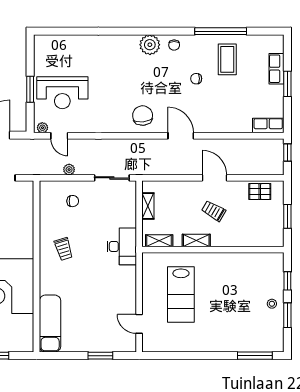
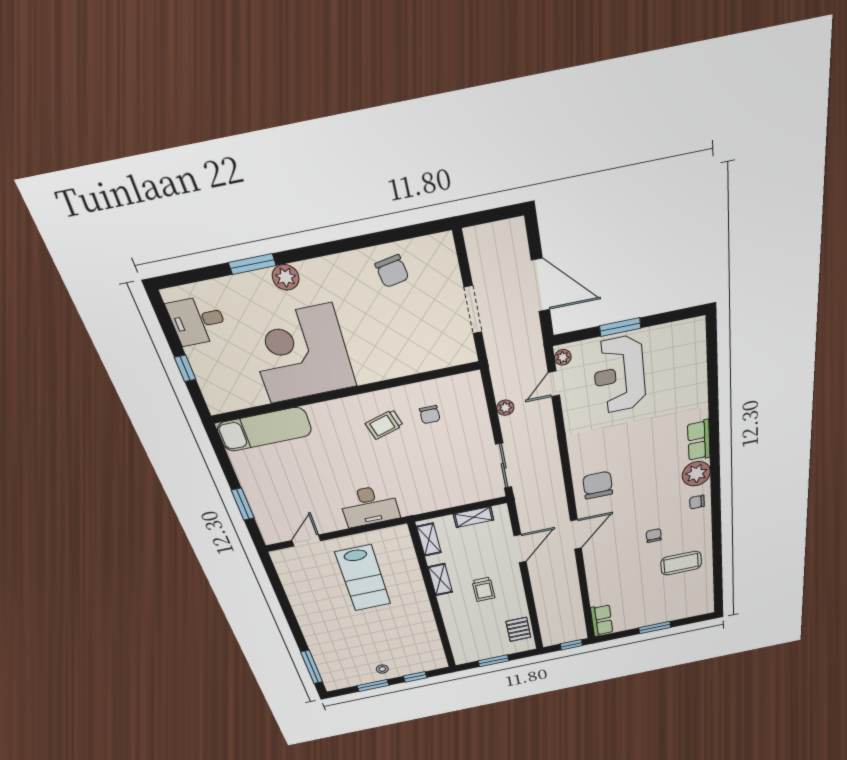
window: (221, 31) -> (717, 549), removed
row of seats: (276, 69) -> (699, 440), moved, turned -90
chair: (143, 116) -> (598, 485), turned -84
door: (214, 178) -> (520, 549), moved
chair: (73, 201) -> (430, 415), moved
trolley: (214, 211) -> (484, 589), turned 150
desk: (122, 246) -> (369, 506), moved
lab bench: (181, 295) -> (363, 578), turned -90

